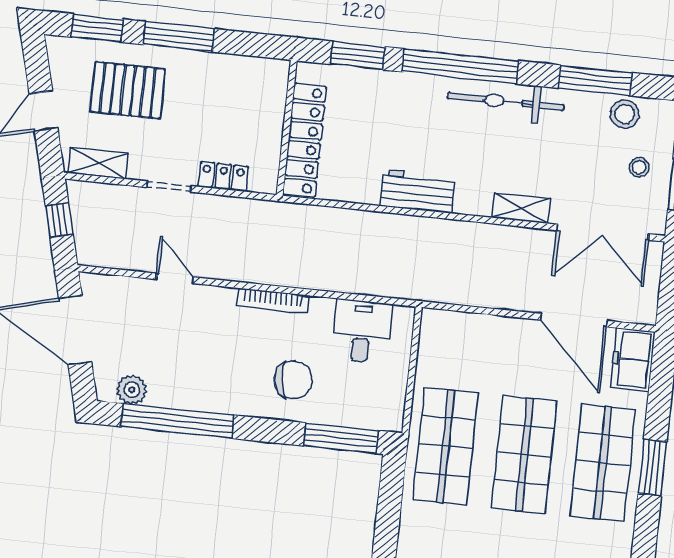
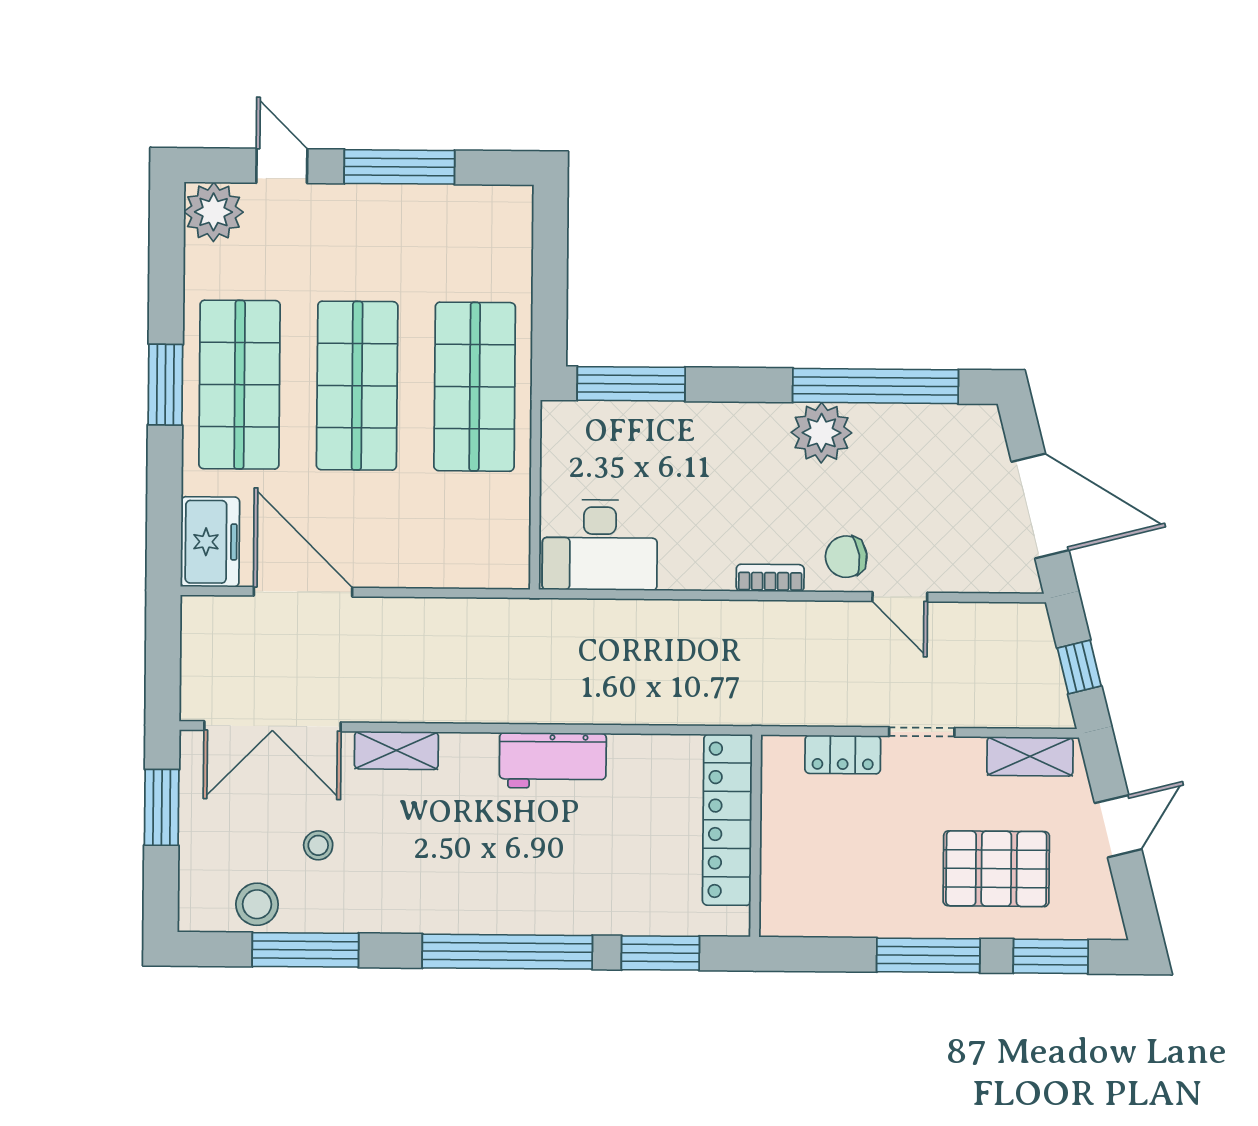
bicycle: (506, 102) -> (435, 906), removed
stool: (639, 167) -> (318, 845), moved
double door: (603, 232) -> (272, 726), swing flipped
bookcase: (273, 301) -> (770, 578), width x0.64
desk: (362, 331) -> (600, 545), width x1.37
chair: (293, 380) -> (846, 557), moved, width x0.73, depth x0.73
plant: (132, 390) -> (821, 433), moved, width x1.36, depth x1.36

